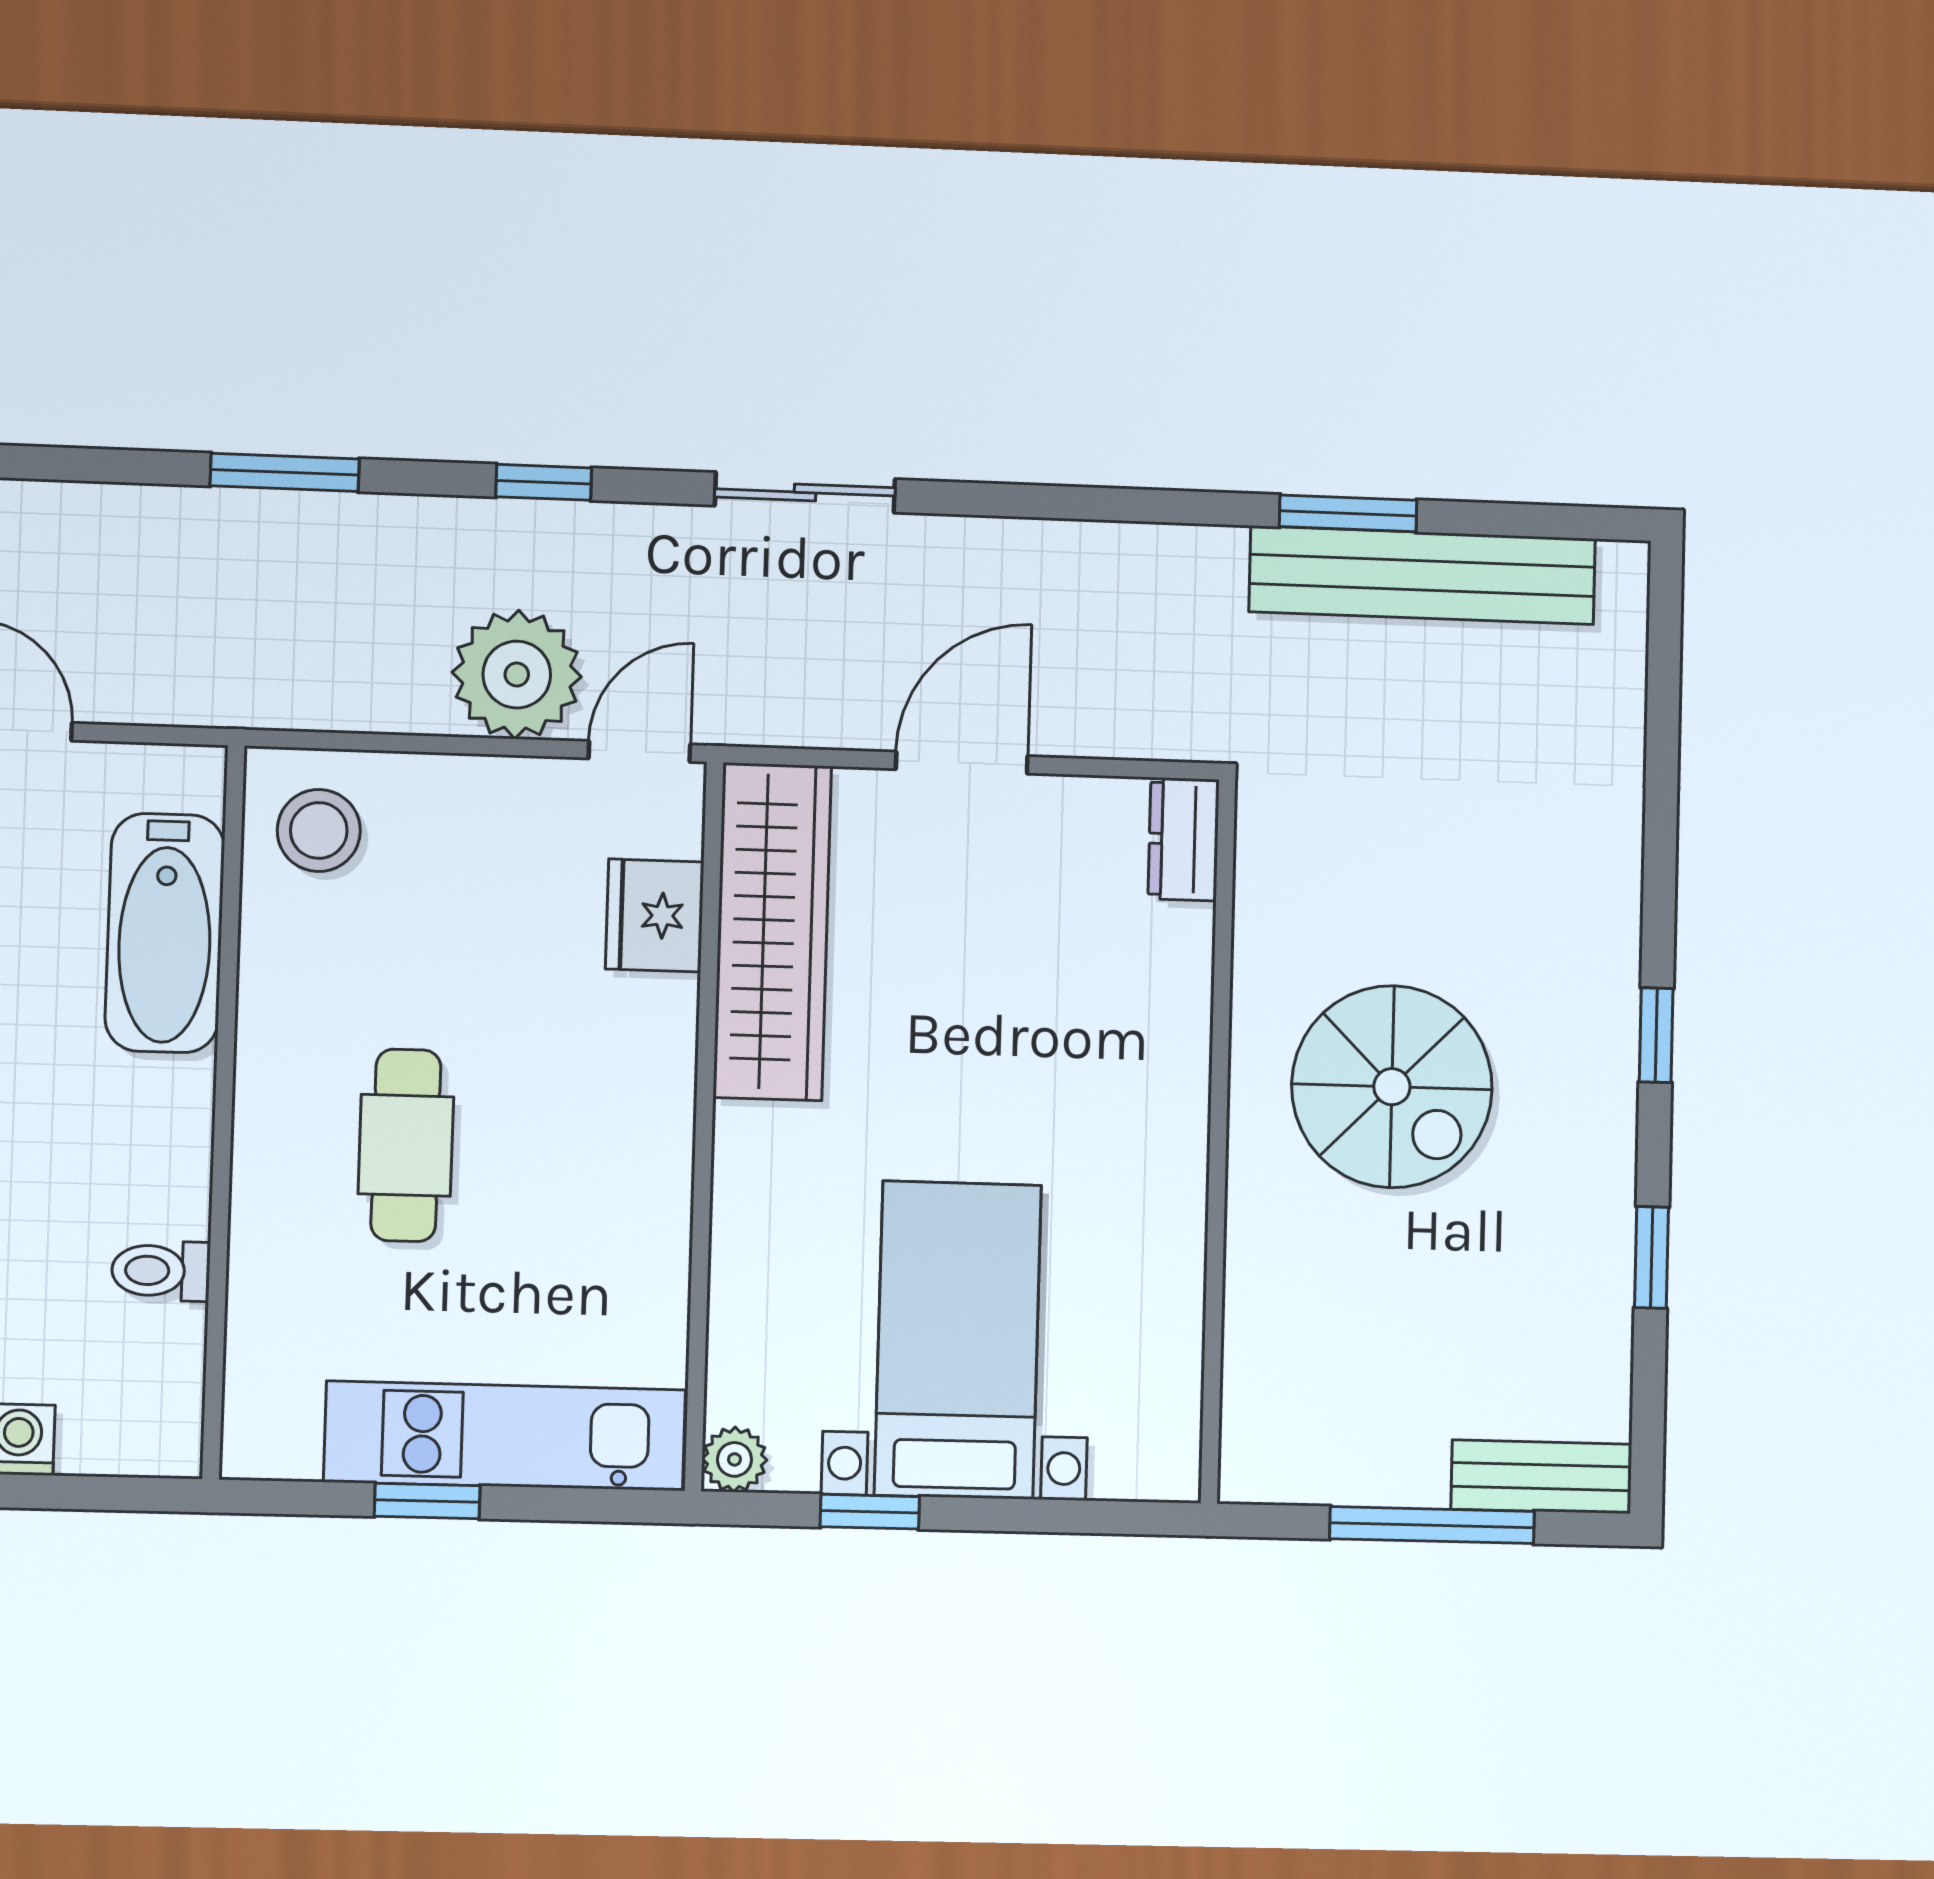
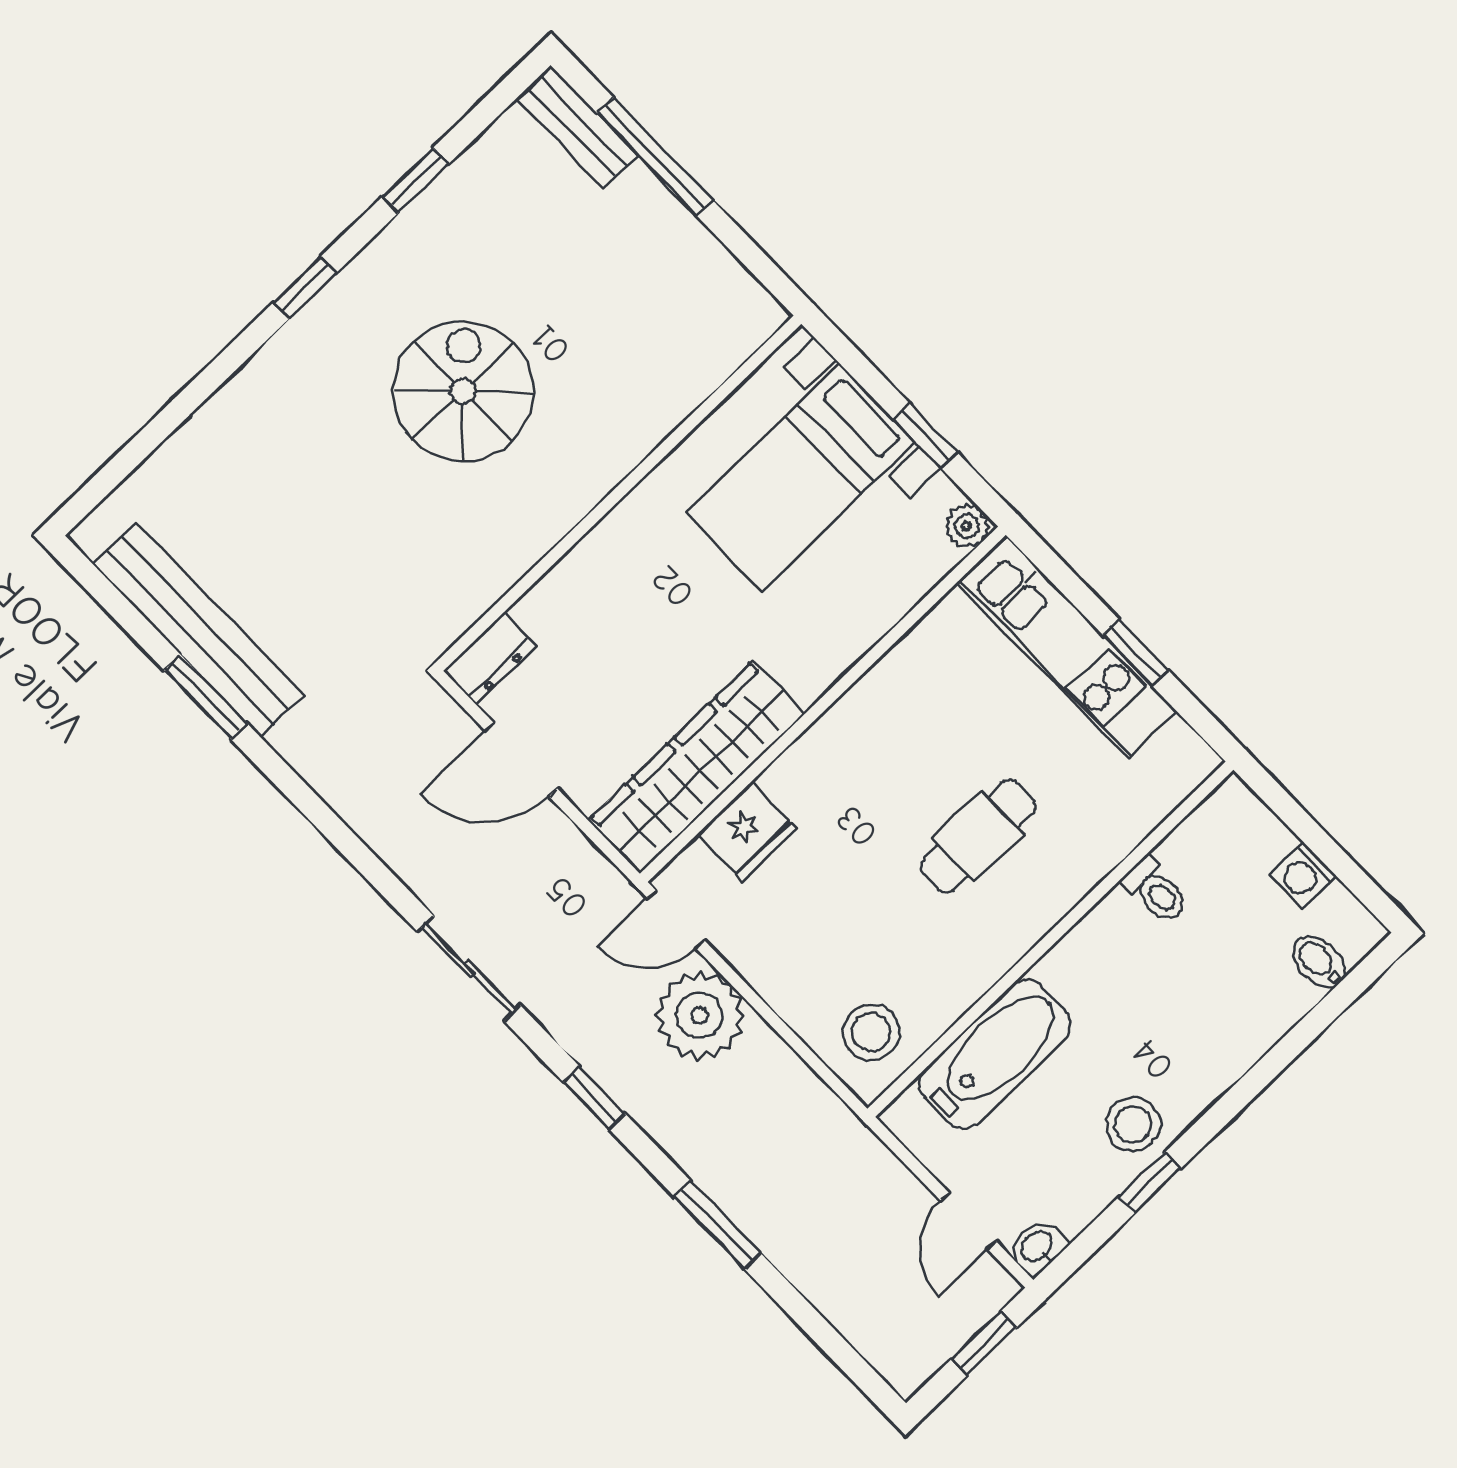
dresser: (1184, 839) -> (490, 659), moved
wall: (1218, 1140) -> (618, 493), moved

